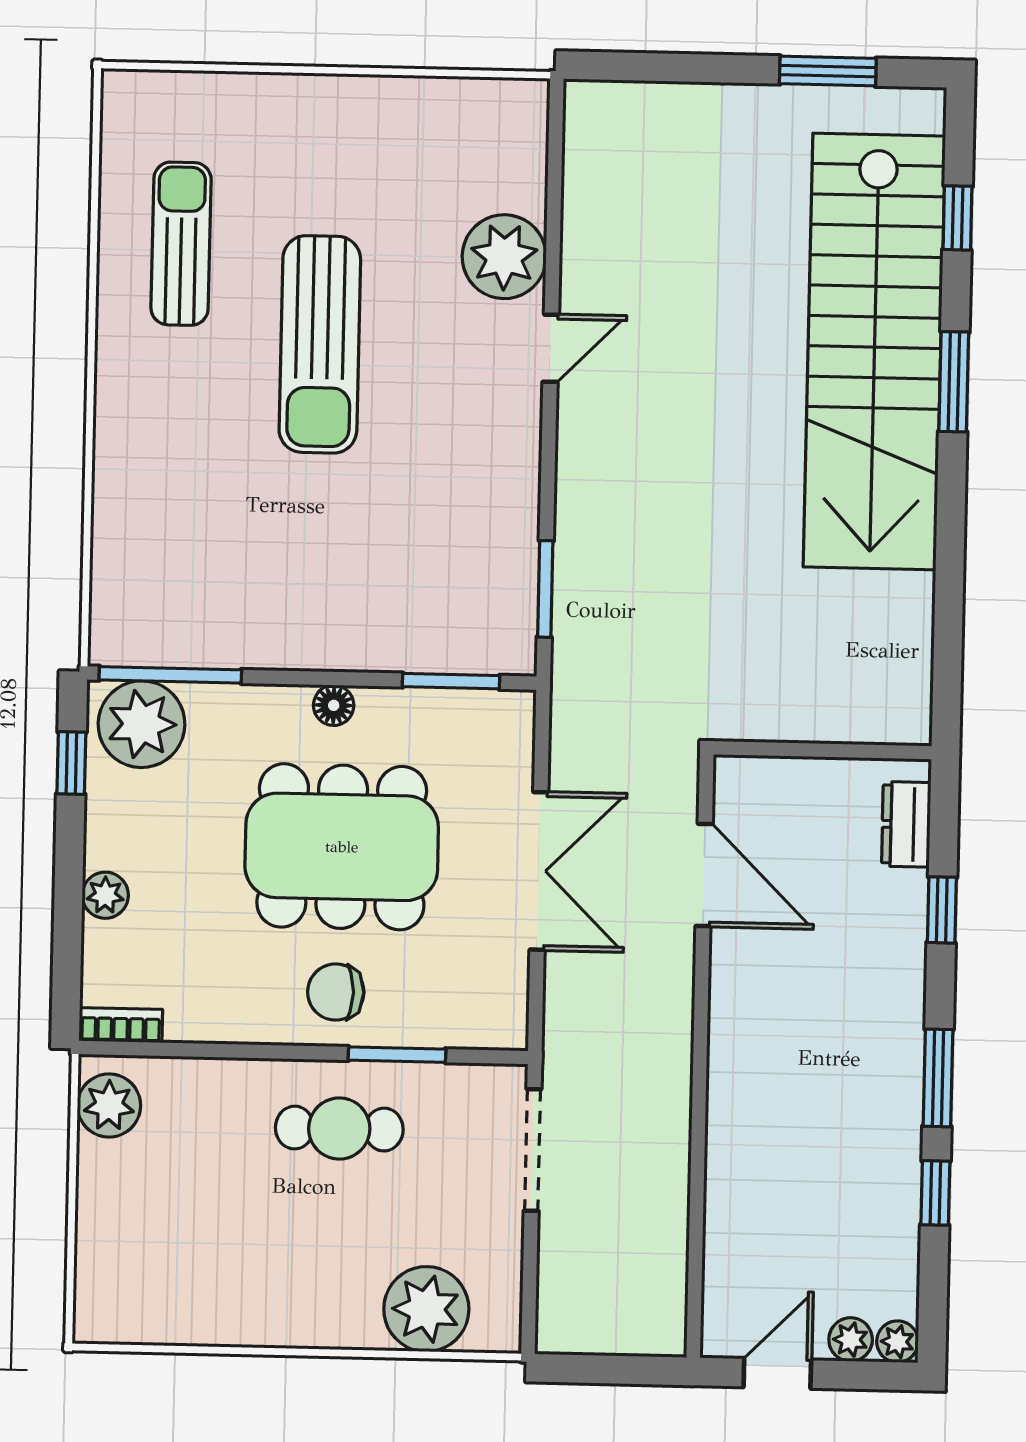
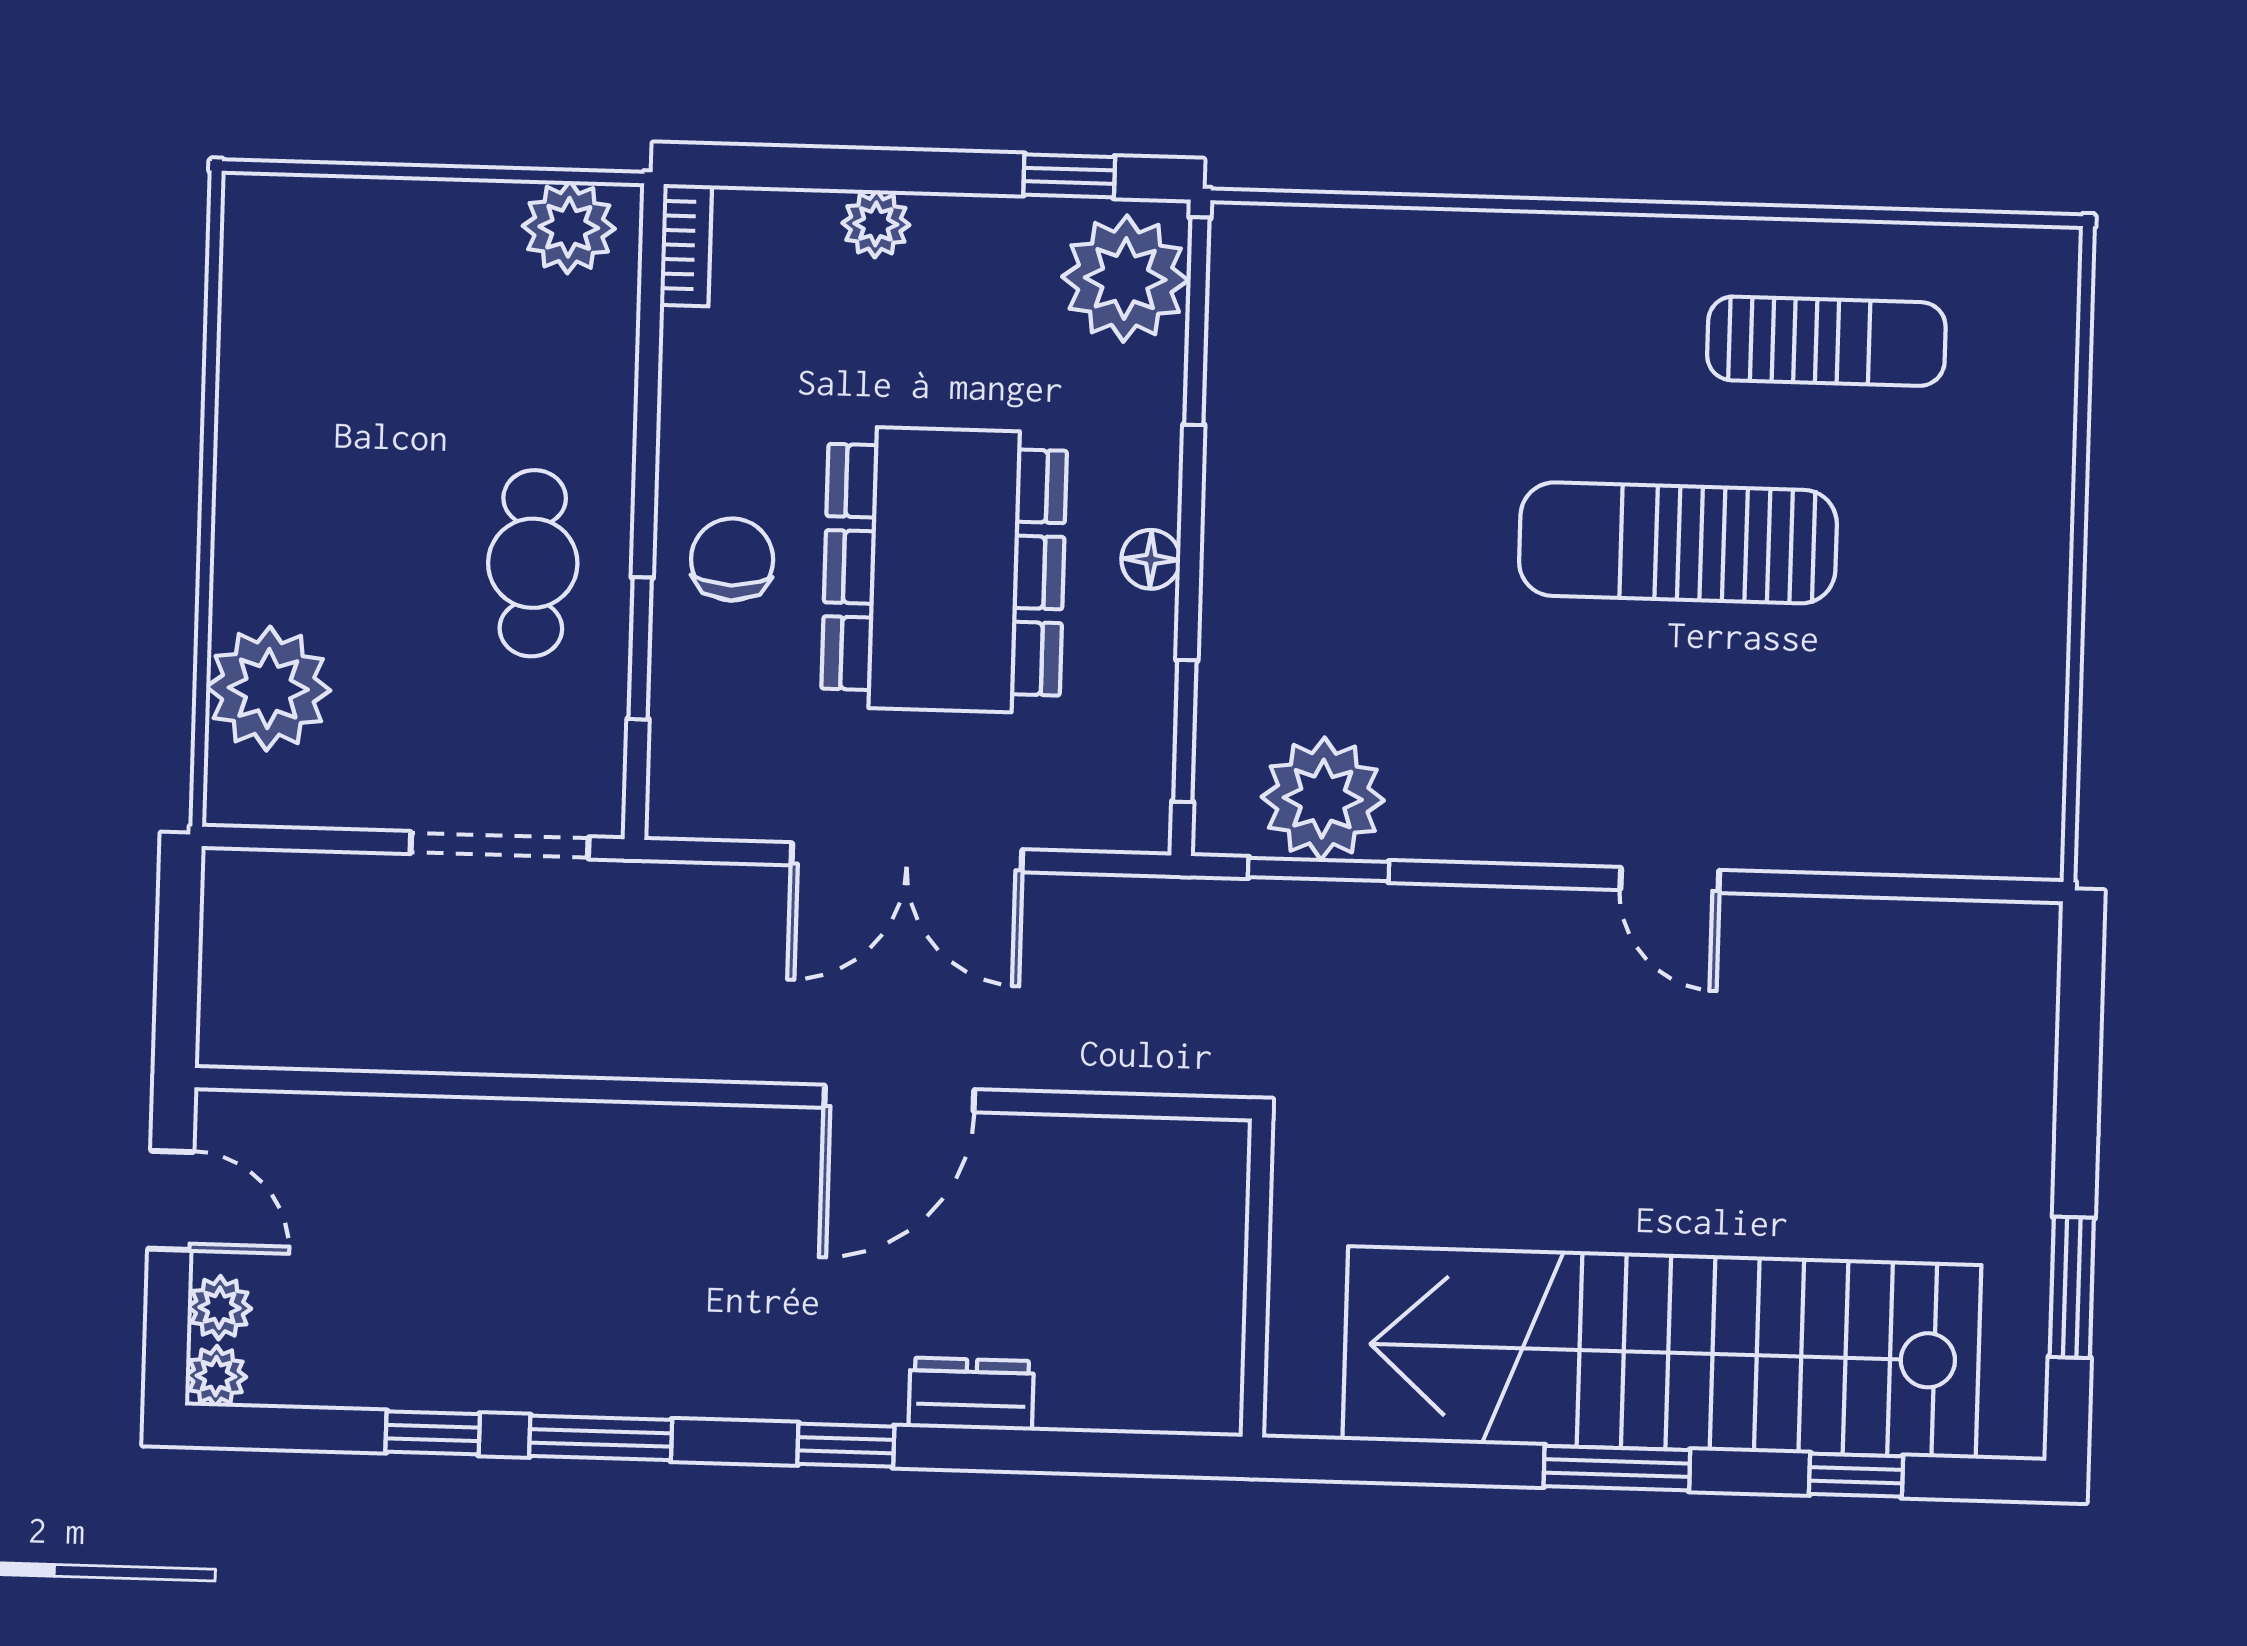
plant: (504, 257) -> (1323, 799), moved
wall: (823, 750) -> (1257, 1278), moved

